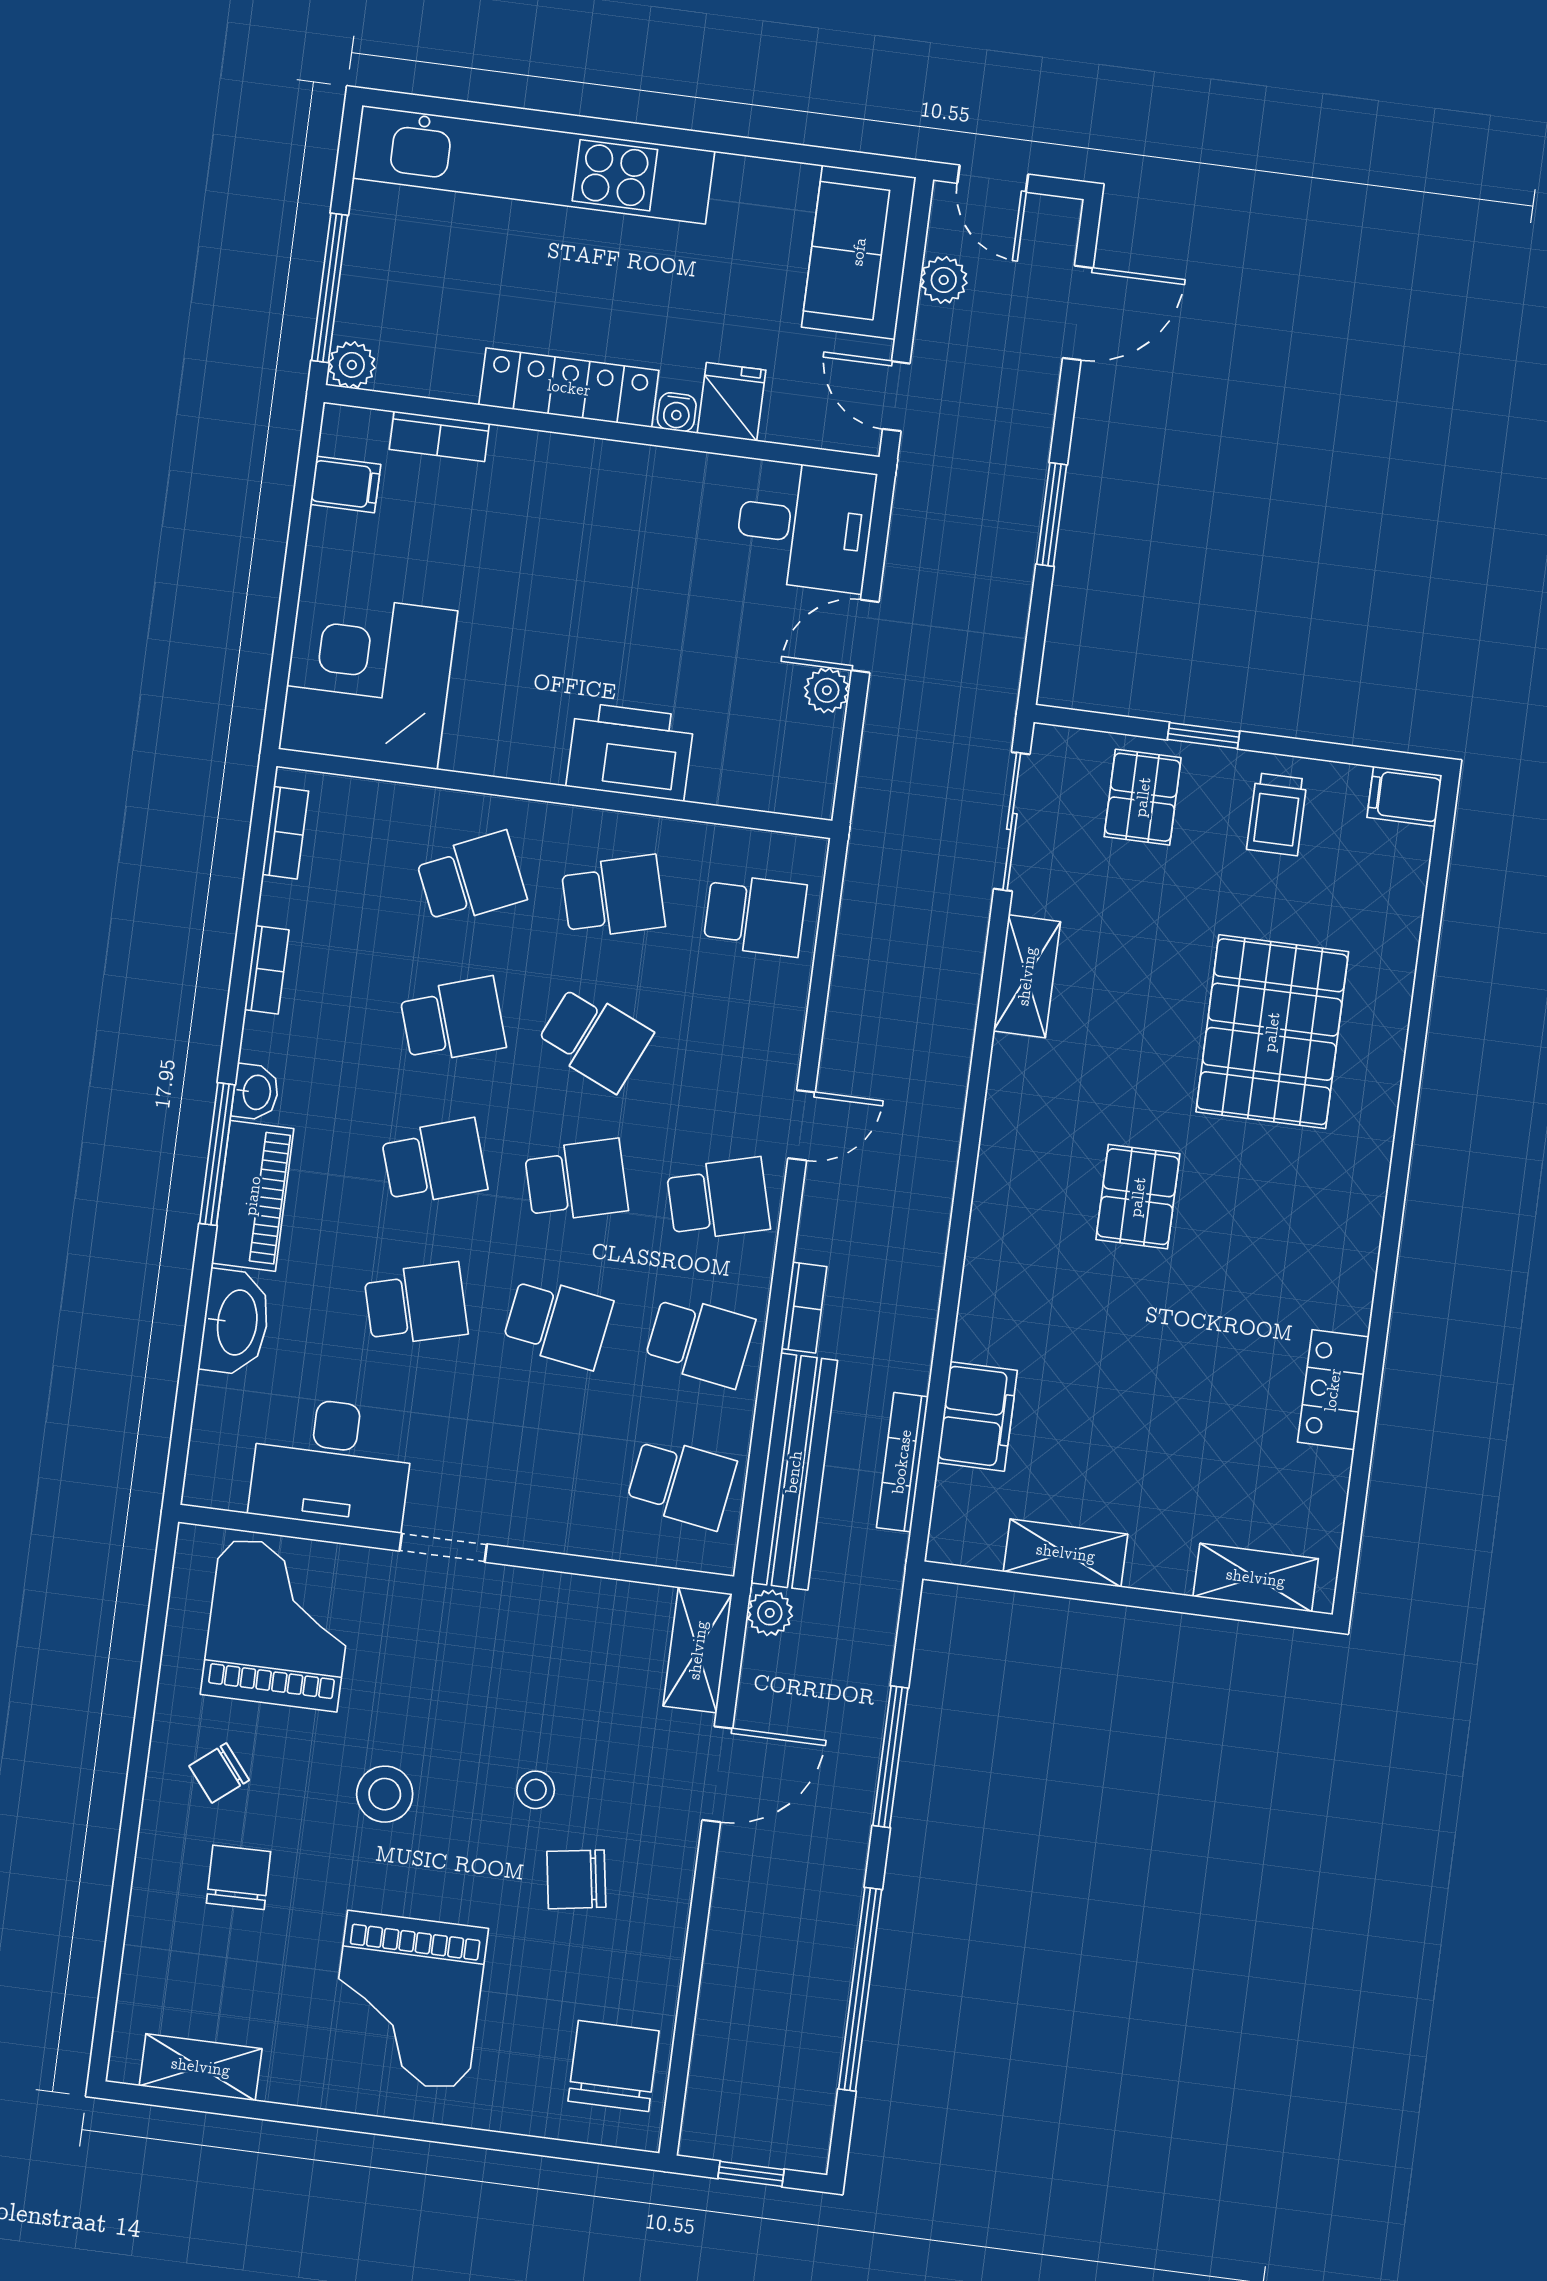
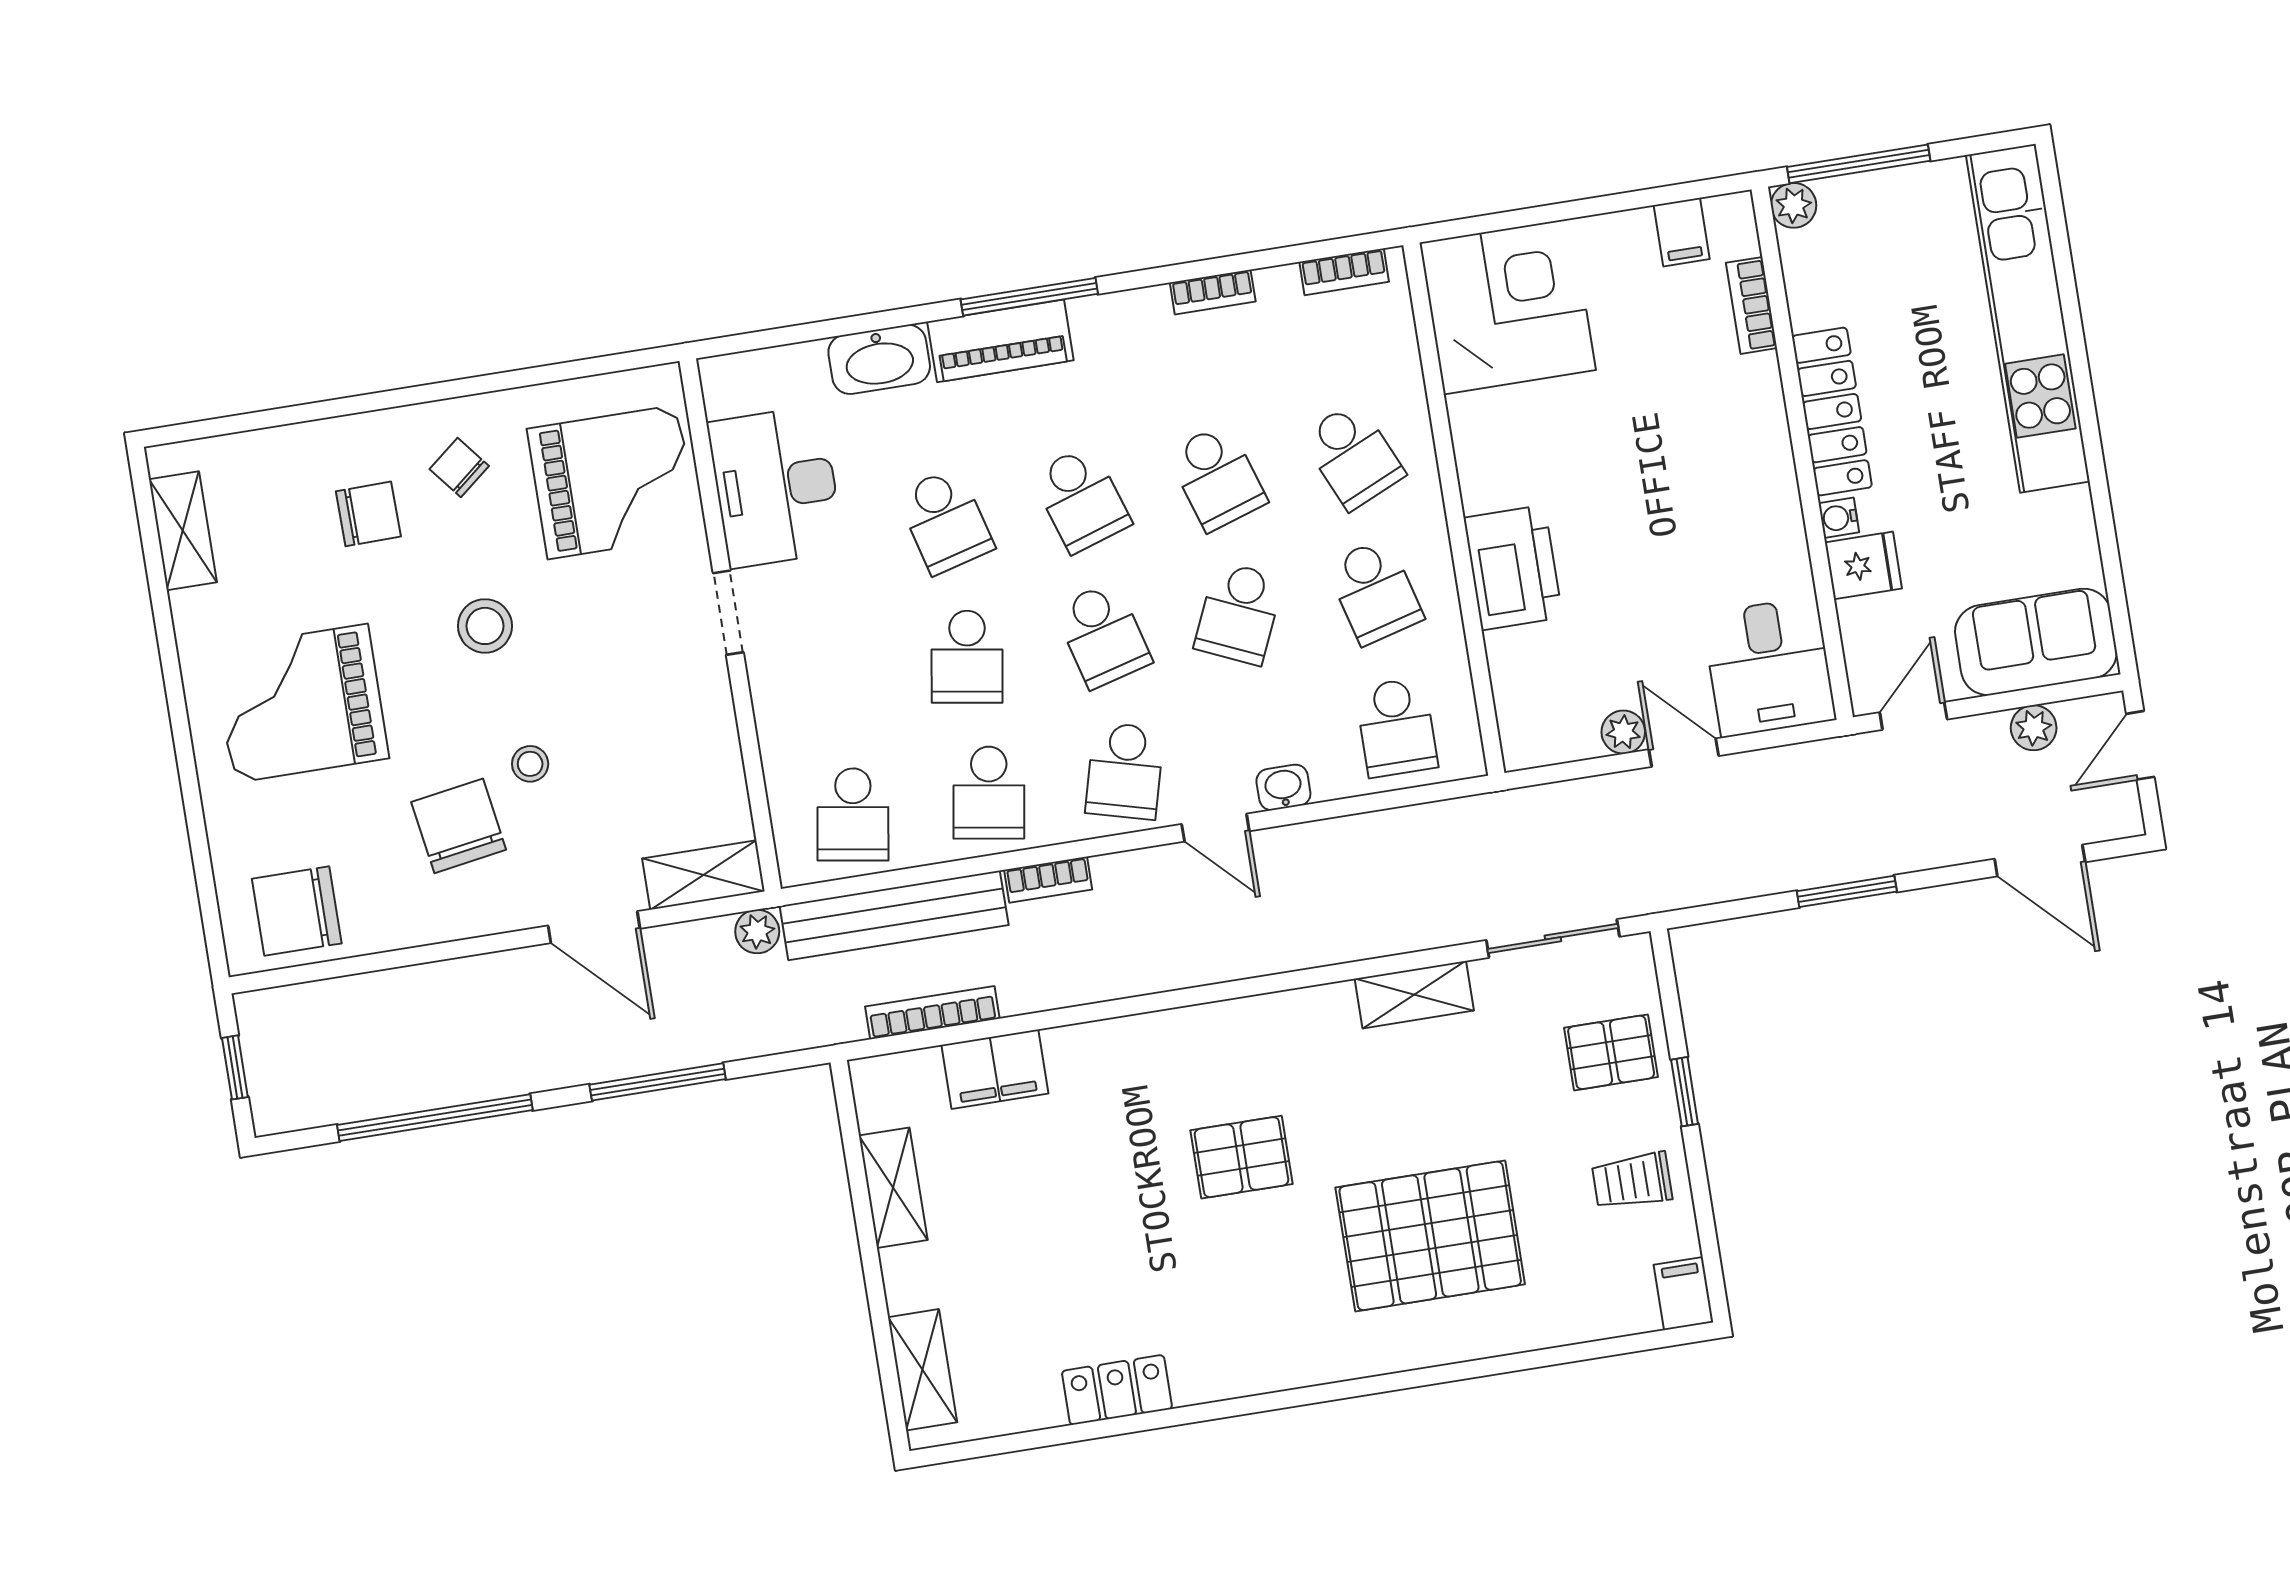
washbasin: (256, 1092) -> (1283, 787), moved, turned 180
school desk: (718, 1199) -> (1125, 771), turned 30
chair: (576, 1879) -> (459, 826), width x1.37, depth x1.37
chair: (613, 2066) -> (297, 911), turned 180

